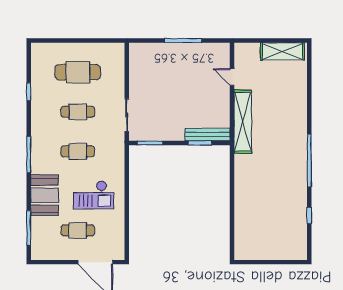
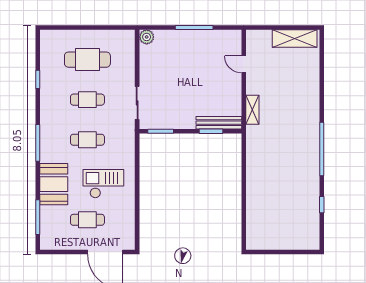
plant: (136, 50) -> (147, 37), added
shelving: (243, 122) -> (252, 110), width x0.45, depth x0.75
checkout: (94, 195) -> (103, 184), turned 180

